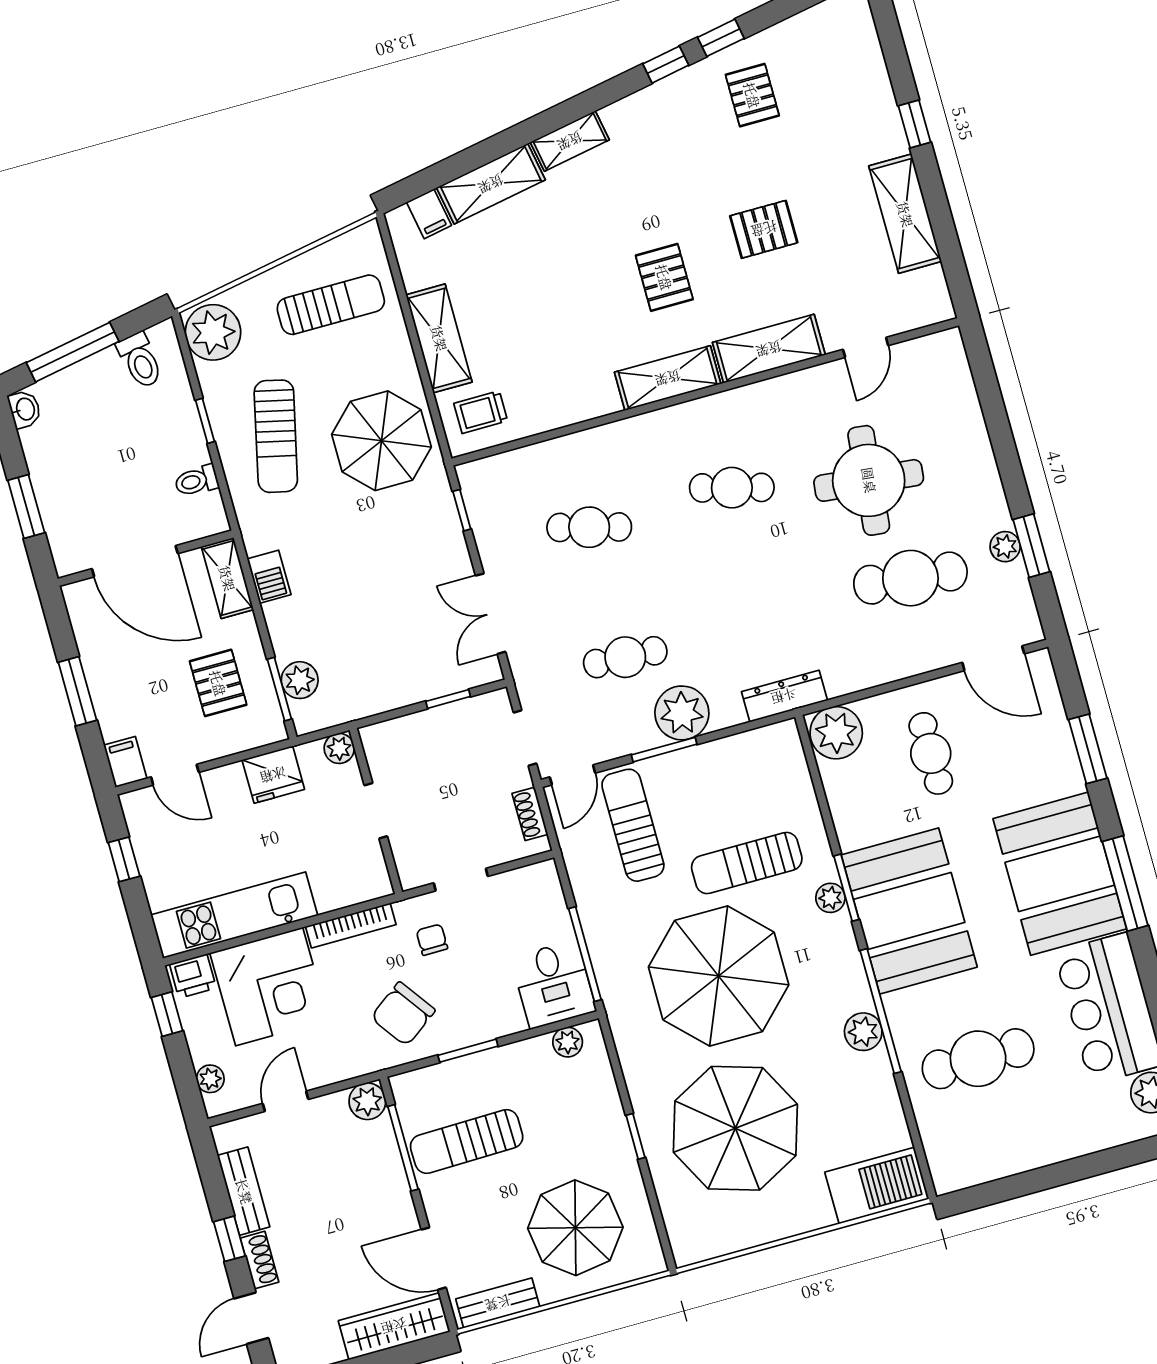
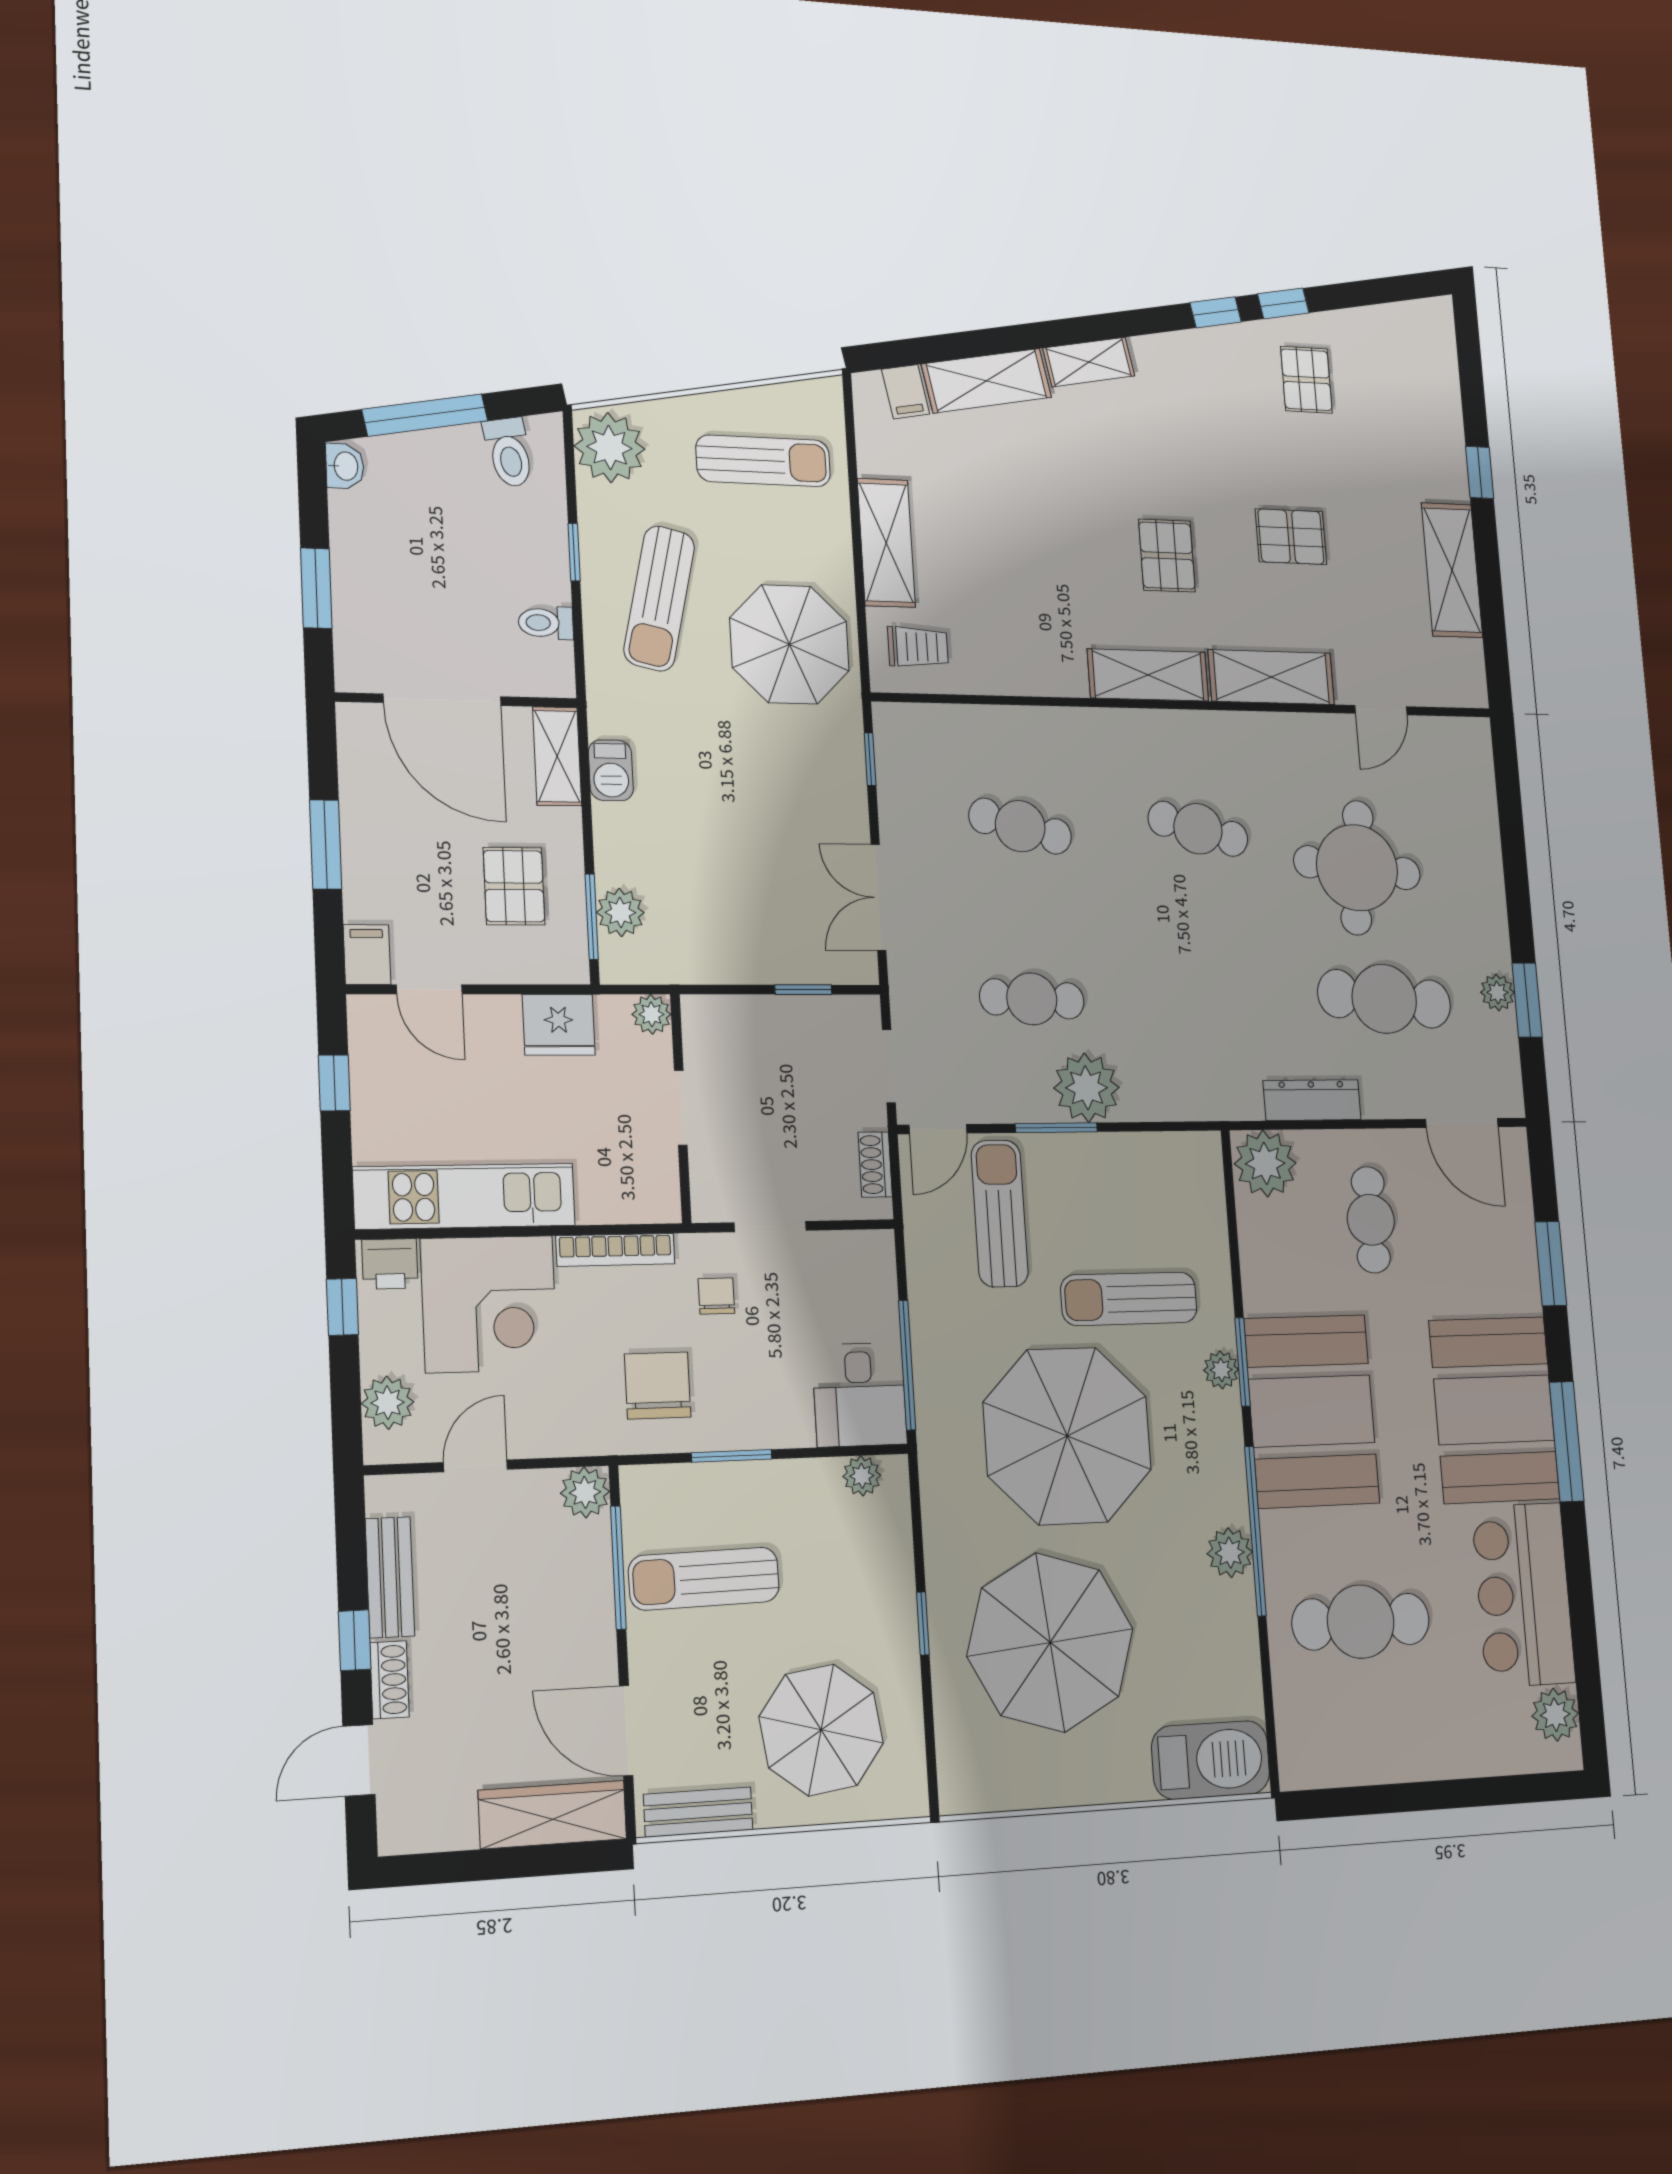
trolley: (481, 412) -> (918, 647), turned 180
dresser: (784, 696) -> (1312, 1100), moved
chair: (403, 1014) -> (658, 1385), turned 126
plant: (210, 1079) -> (388, 1403), width x1.38, depth x1.38

